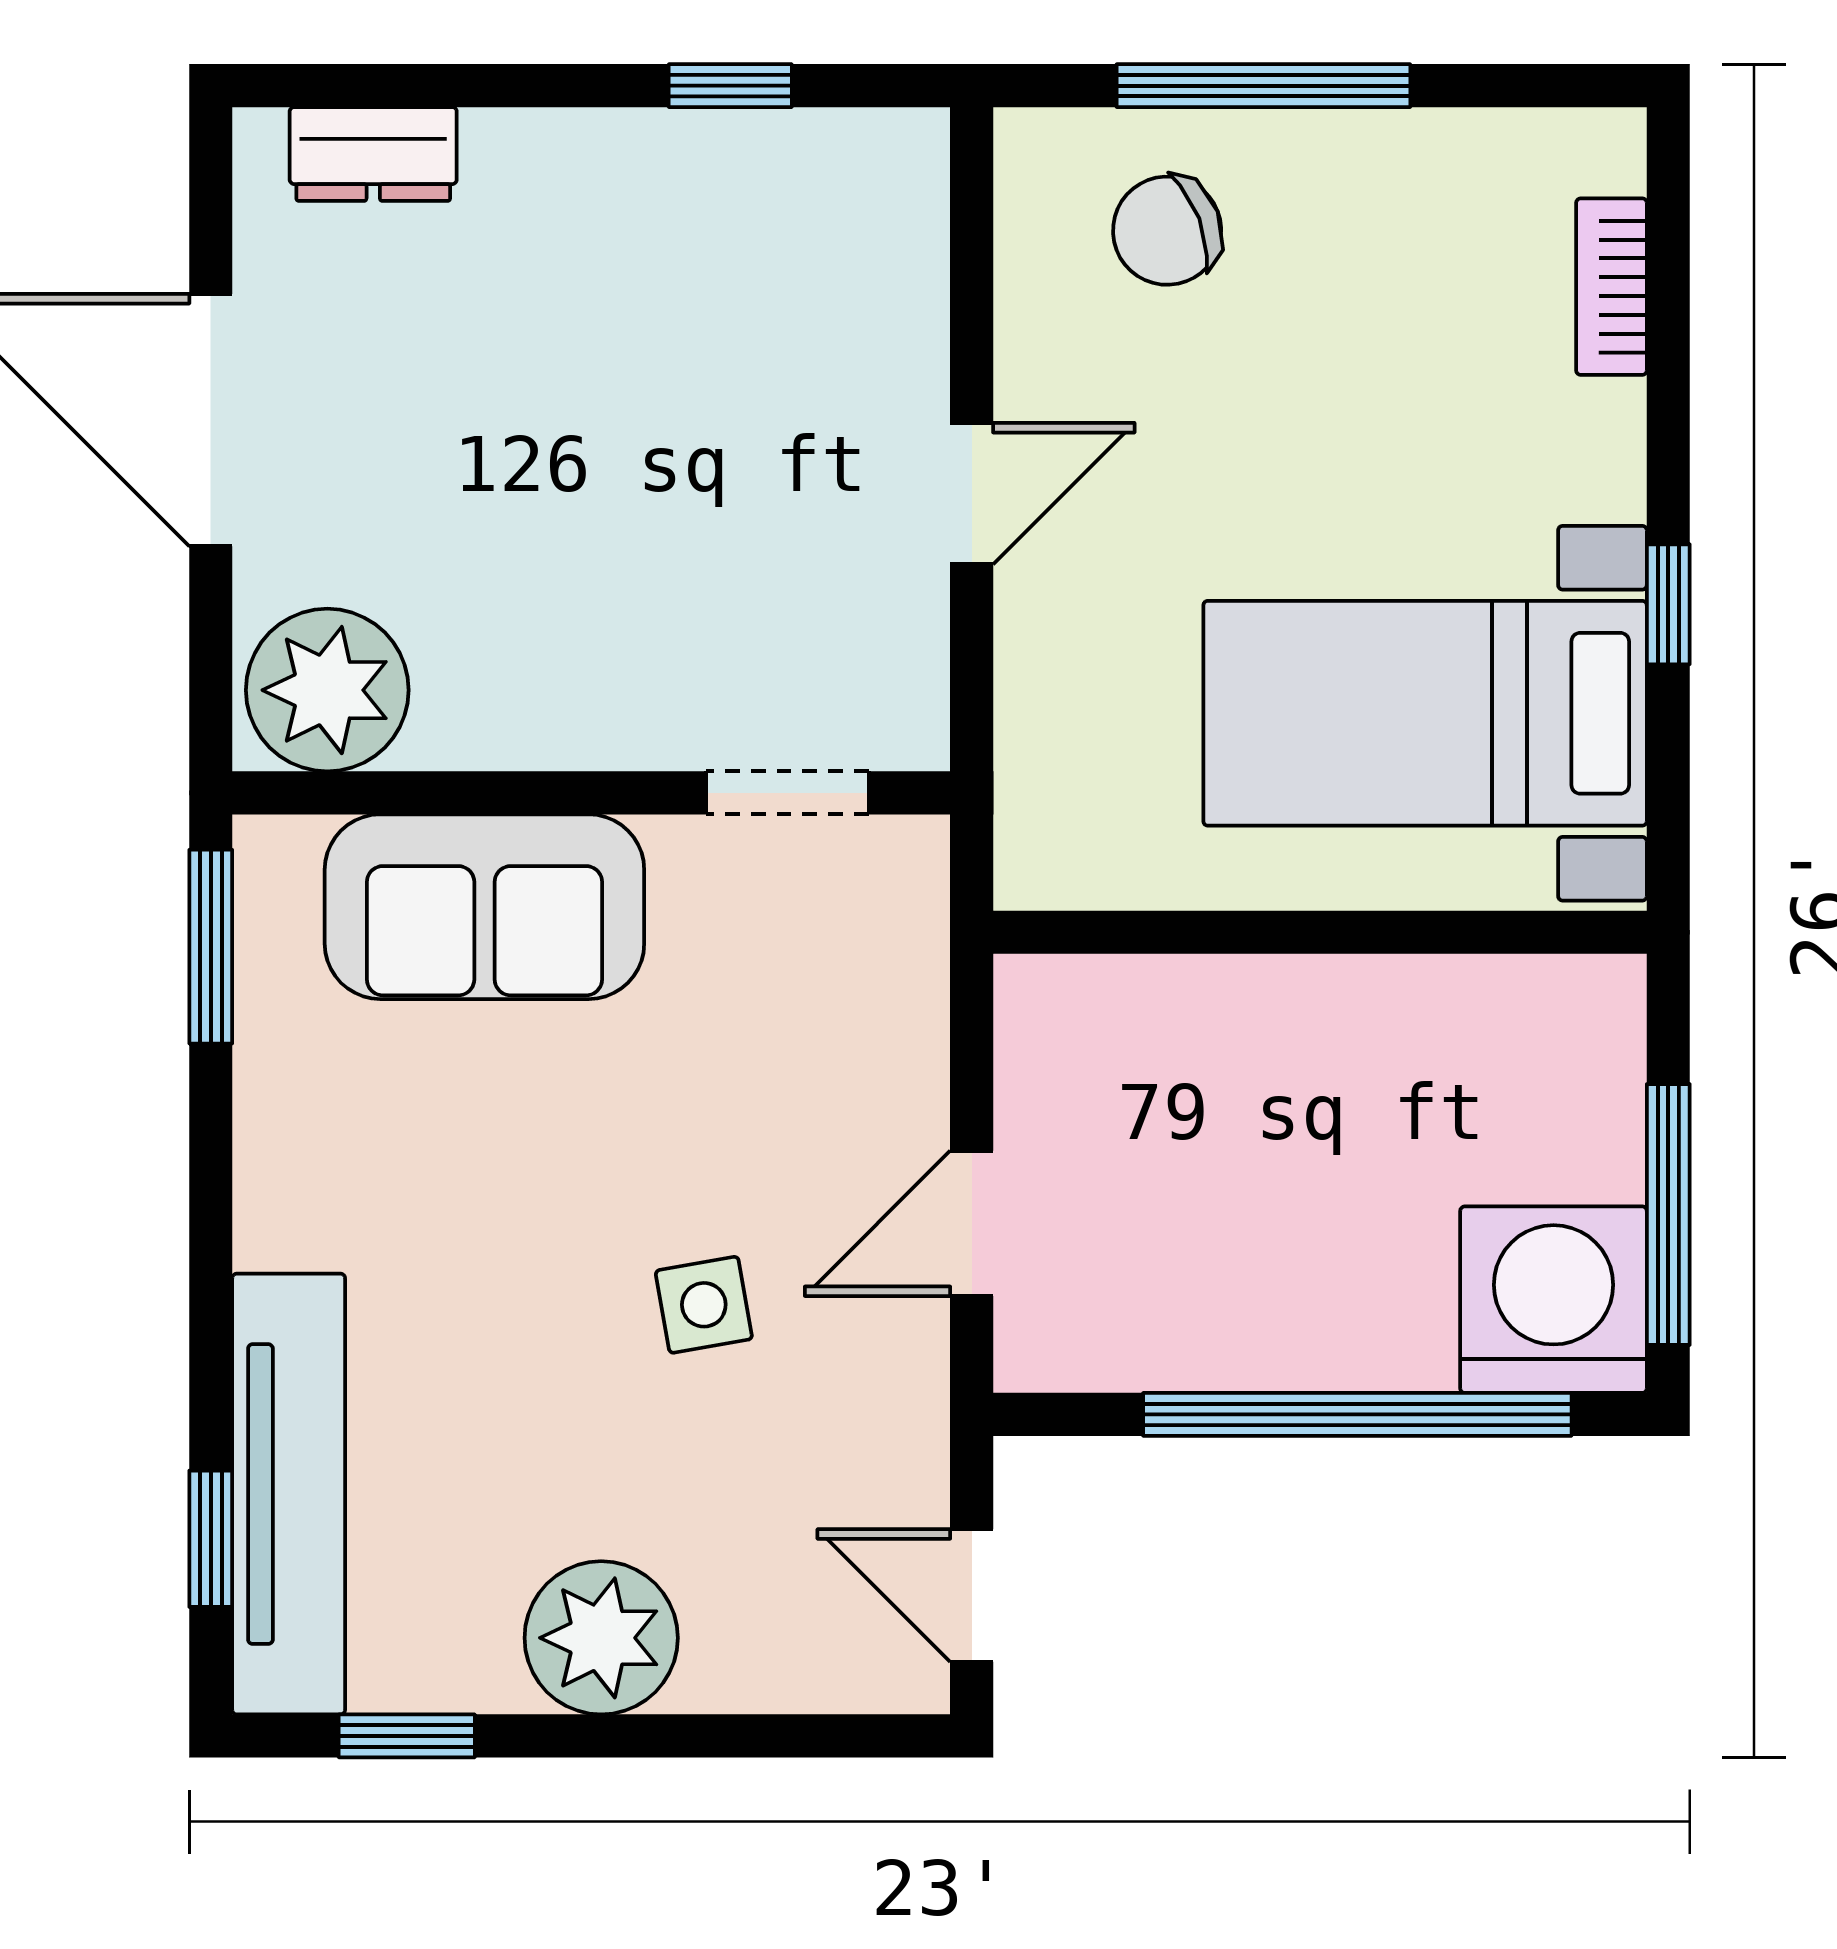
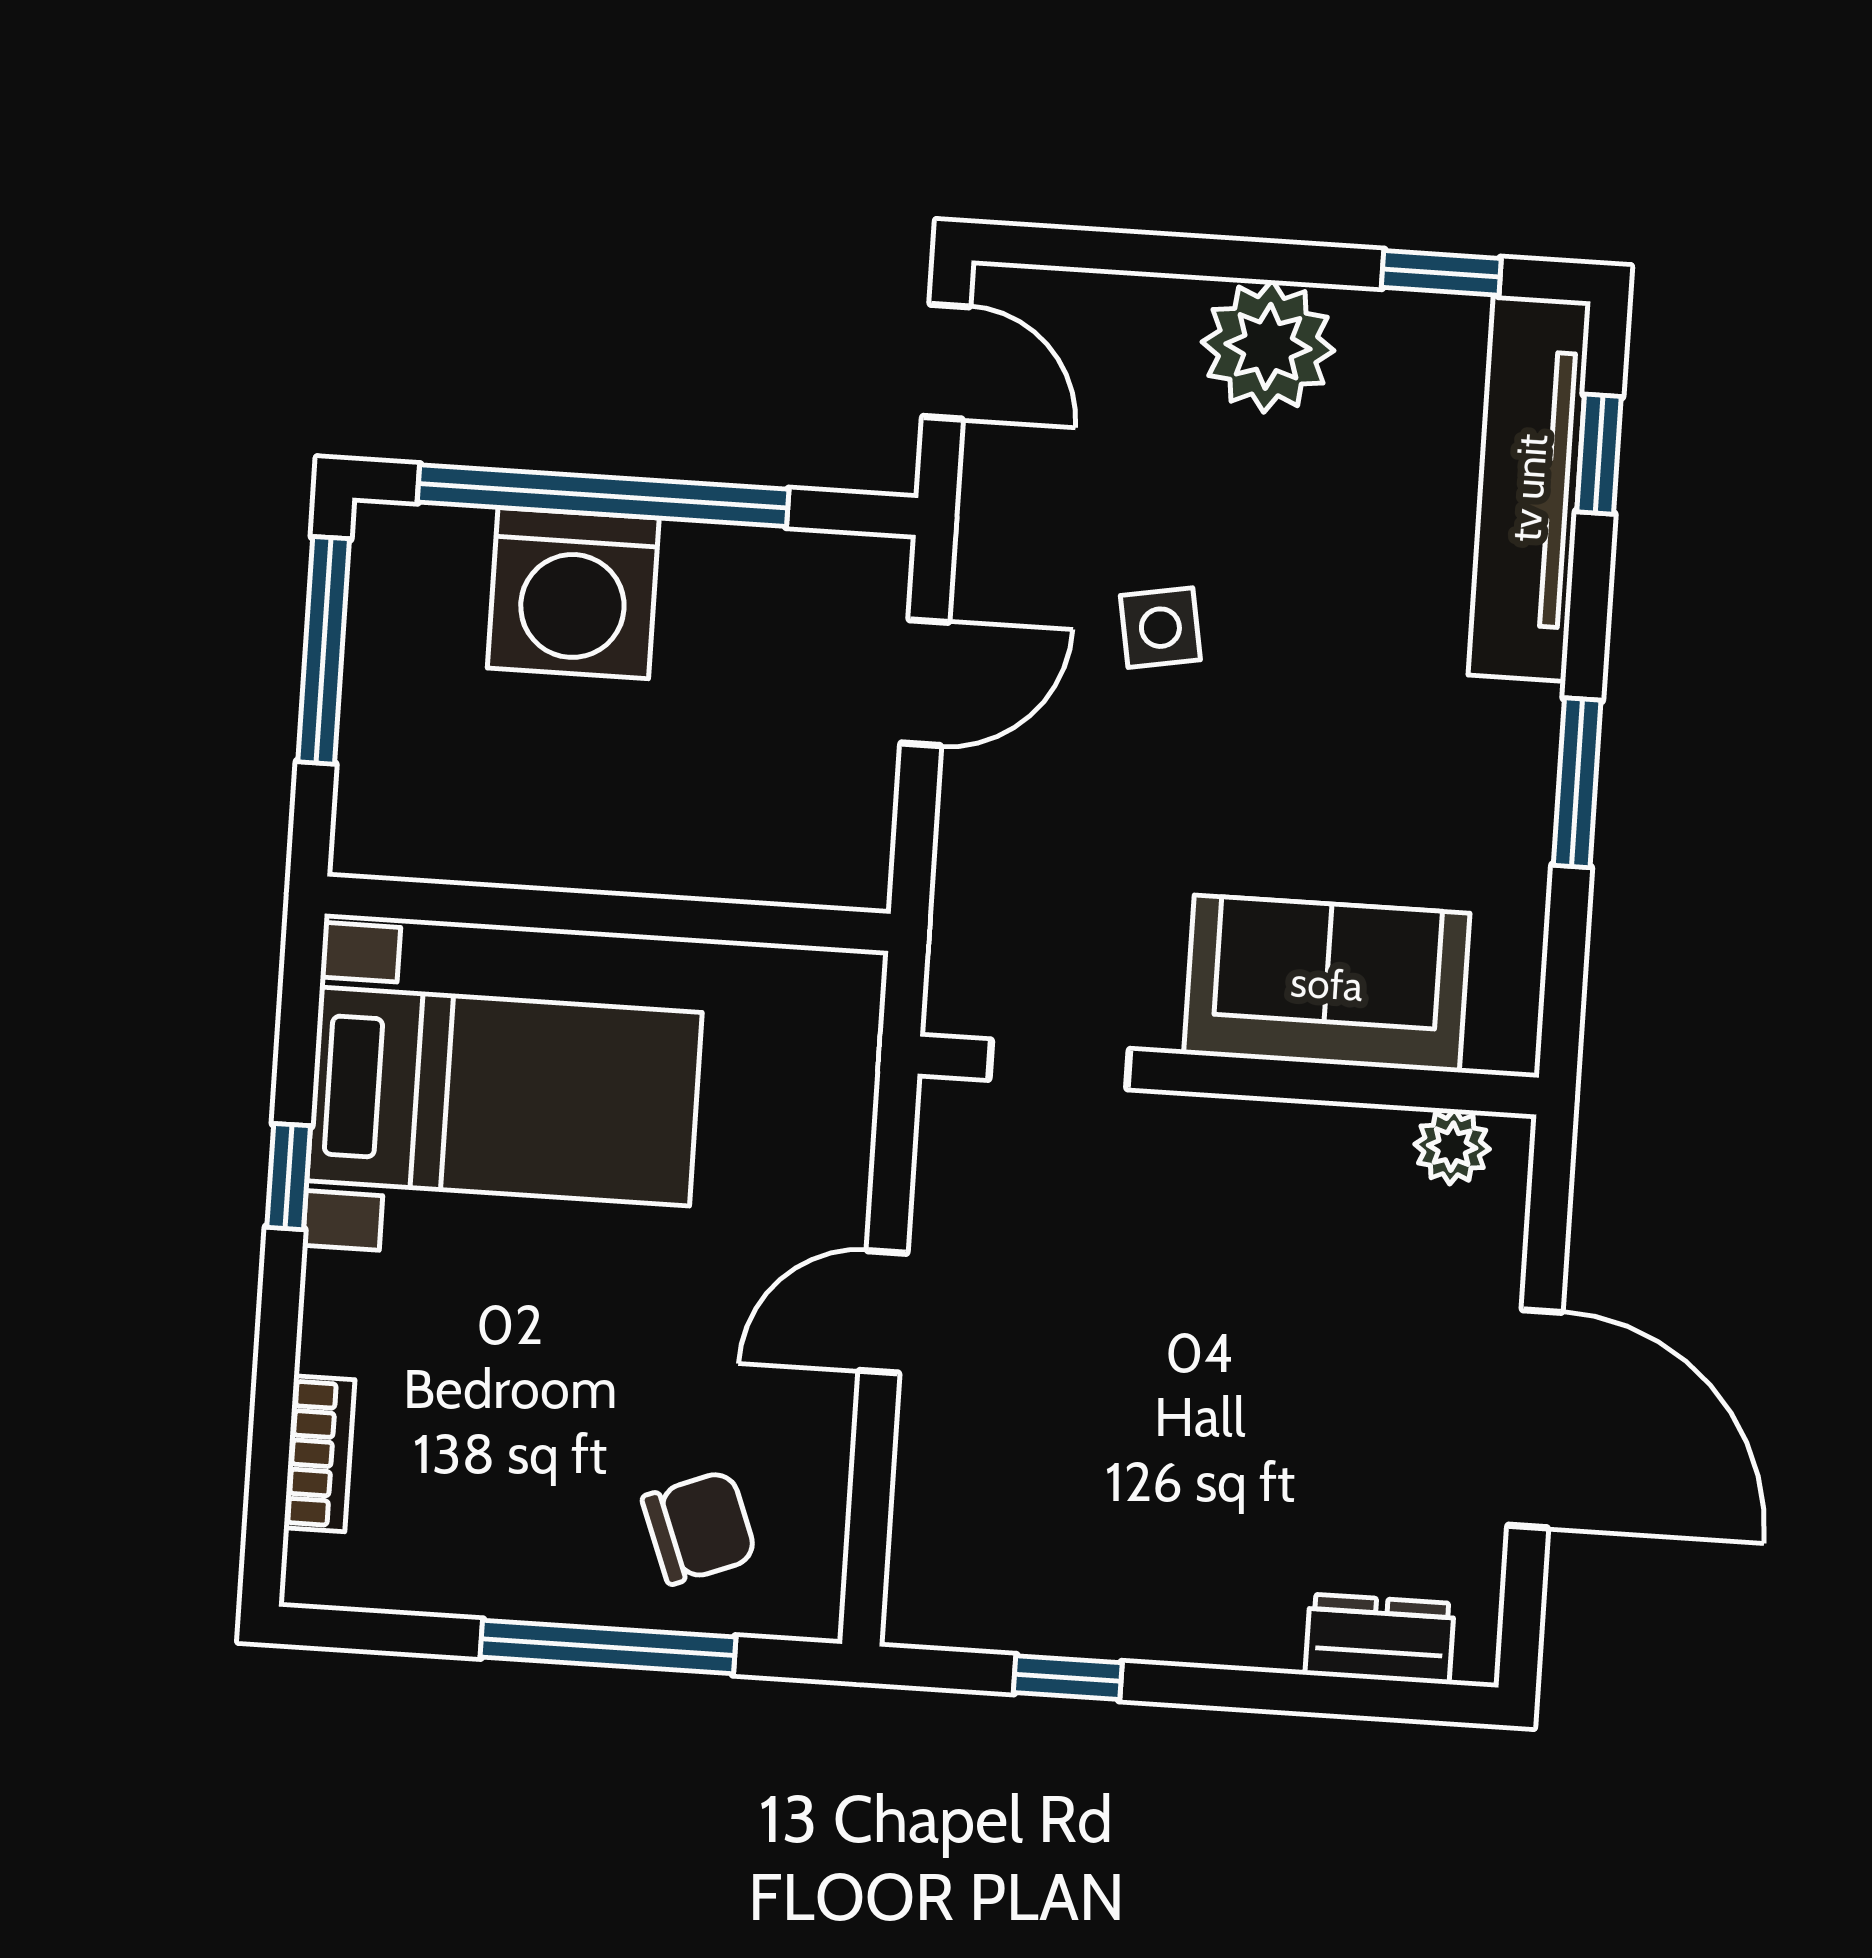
plant: (327, 690) -> (1452, 1147), width x0.53, depth x0.53
window: (211, 947) -> (1577, 783), moved
washing machine: (1554, 1300) -> (573, 593), moved

